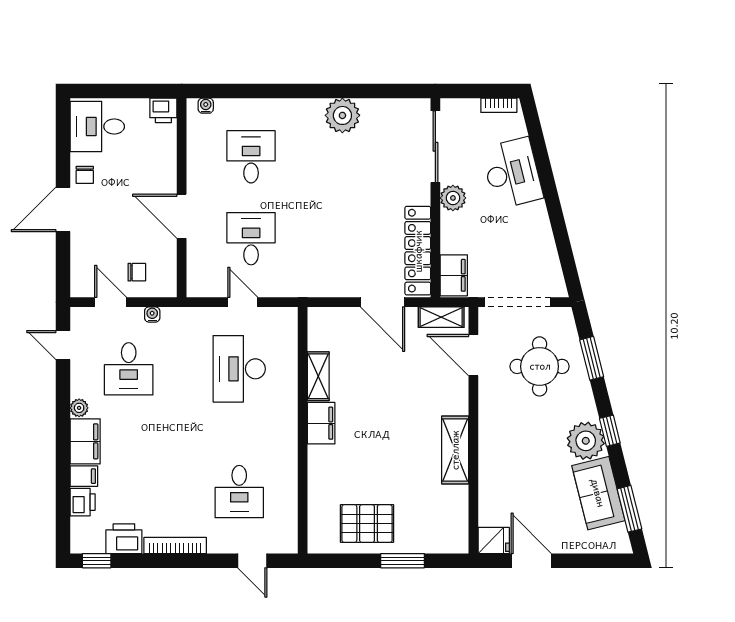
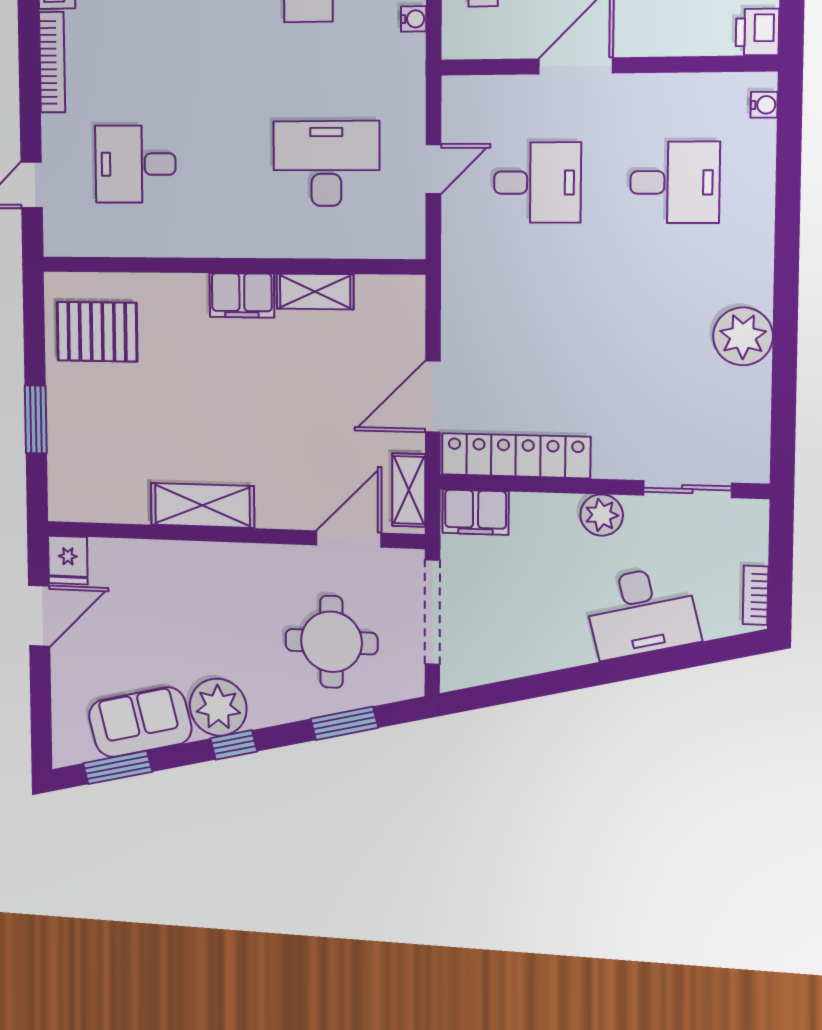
sliding door: (435, 147) -> (687, 489), width x0.73
pallet: (367, 524) -> (97, 332), moved, turned 90

